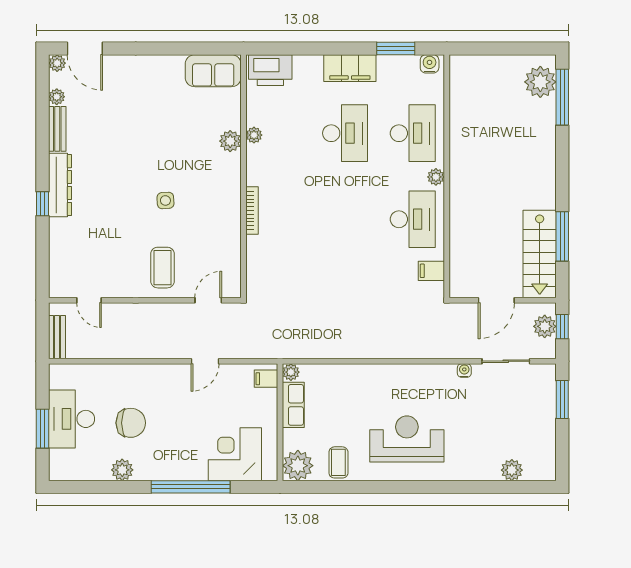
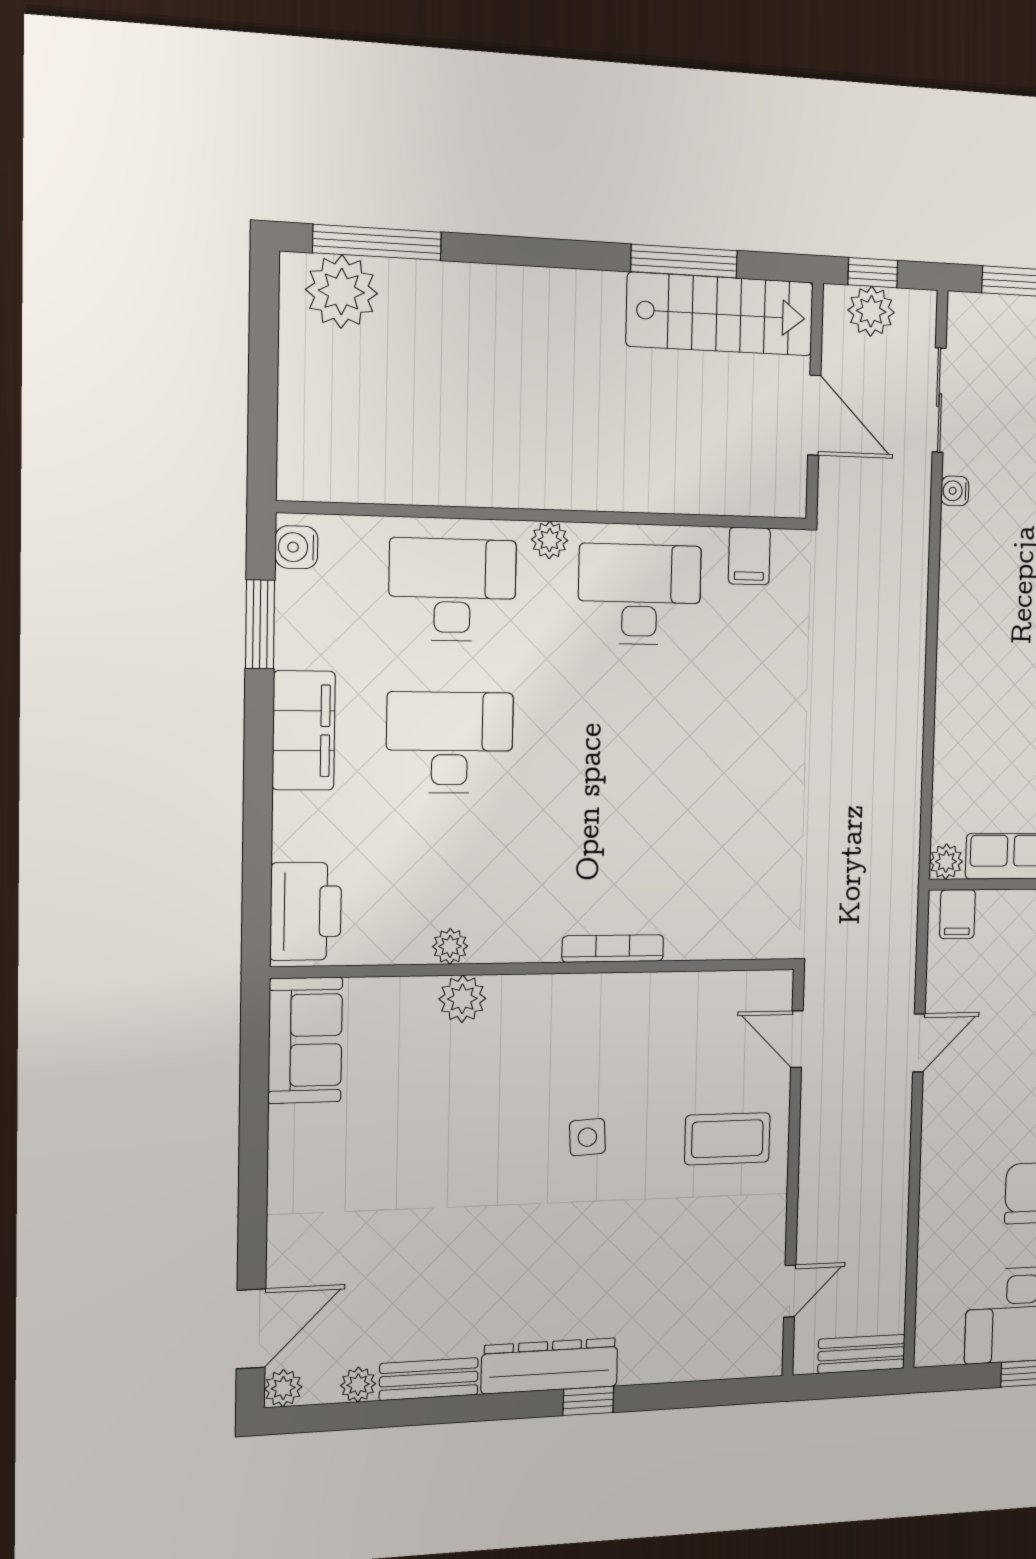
door: (205, 361) -> (919, 1043), hinge flipped

